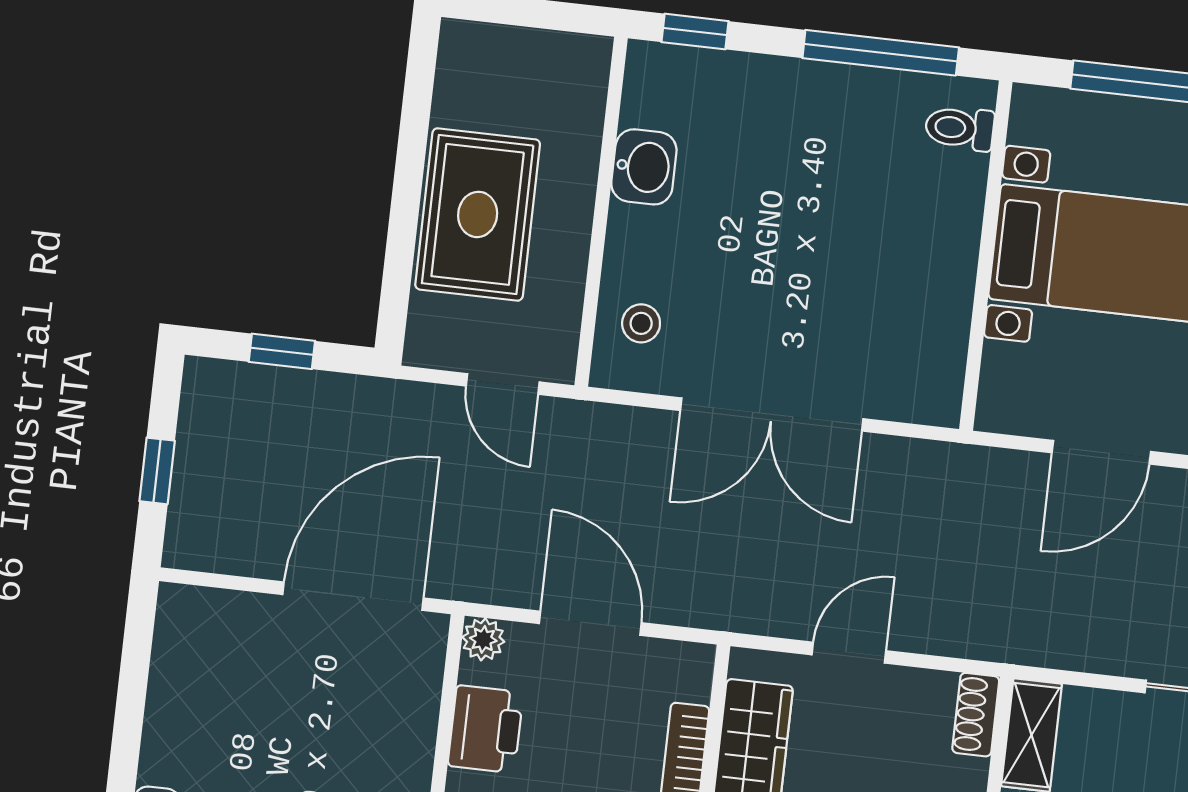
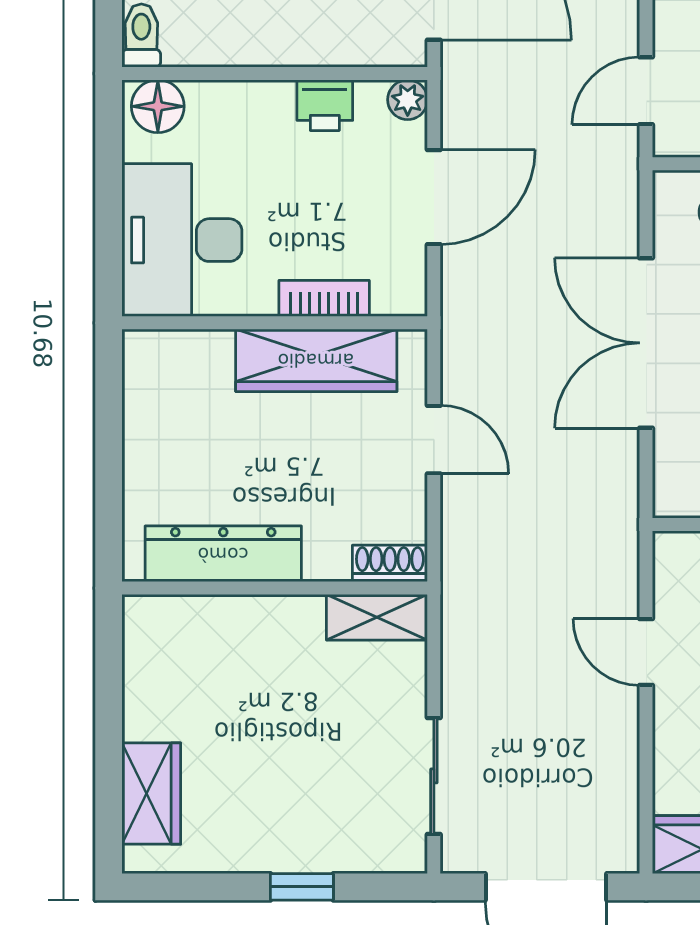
door: (1101, 452) -> (646, 652), width x0.73
printer: (486, 729) -> (325, 105), width x0.73, depth x0.81

